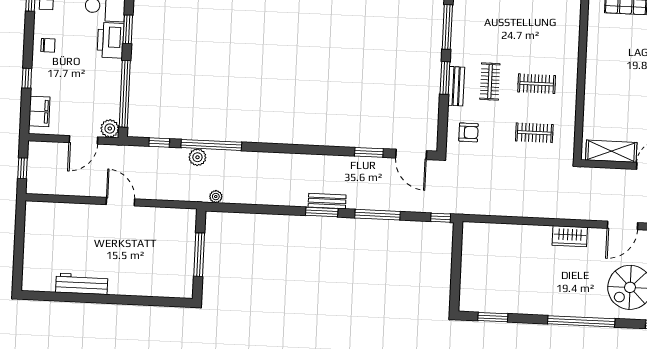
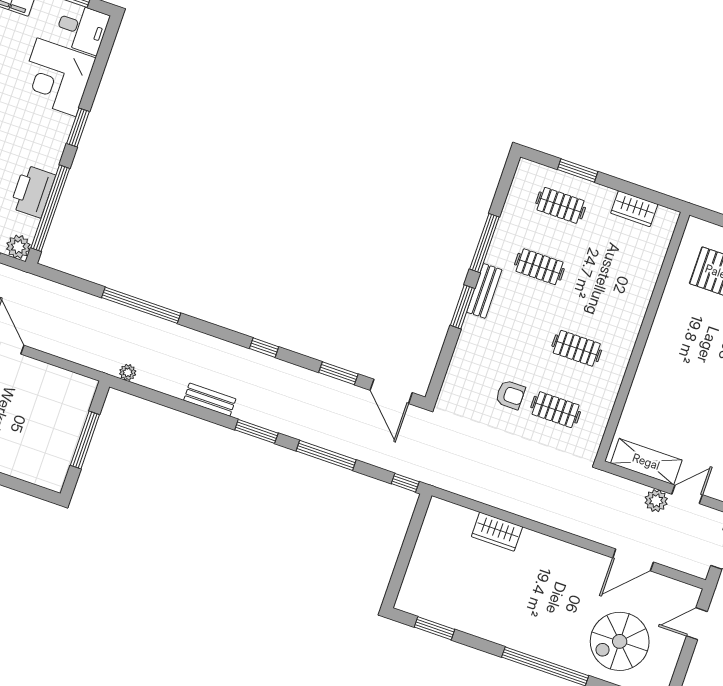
printer: (111, 40) -> (33, 191), moved
clothes rail: (490, 82) -> (539, 267), moved, turned 90
bench: (456, 86) -> (484, 291), moved
armchair: (468, 132) -> (510, 395), moved
window: (159, 143) -> (264, 348), moved
plant: (197, 157) -> (656, 501), moved
bench: (327, 201) -> (210, 400), moved
wardrobe: (570, 236) -> (497, 532), moved

